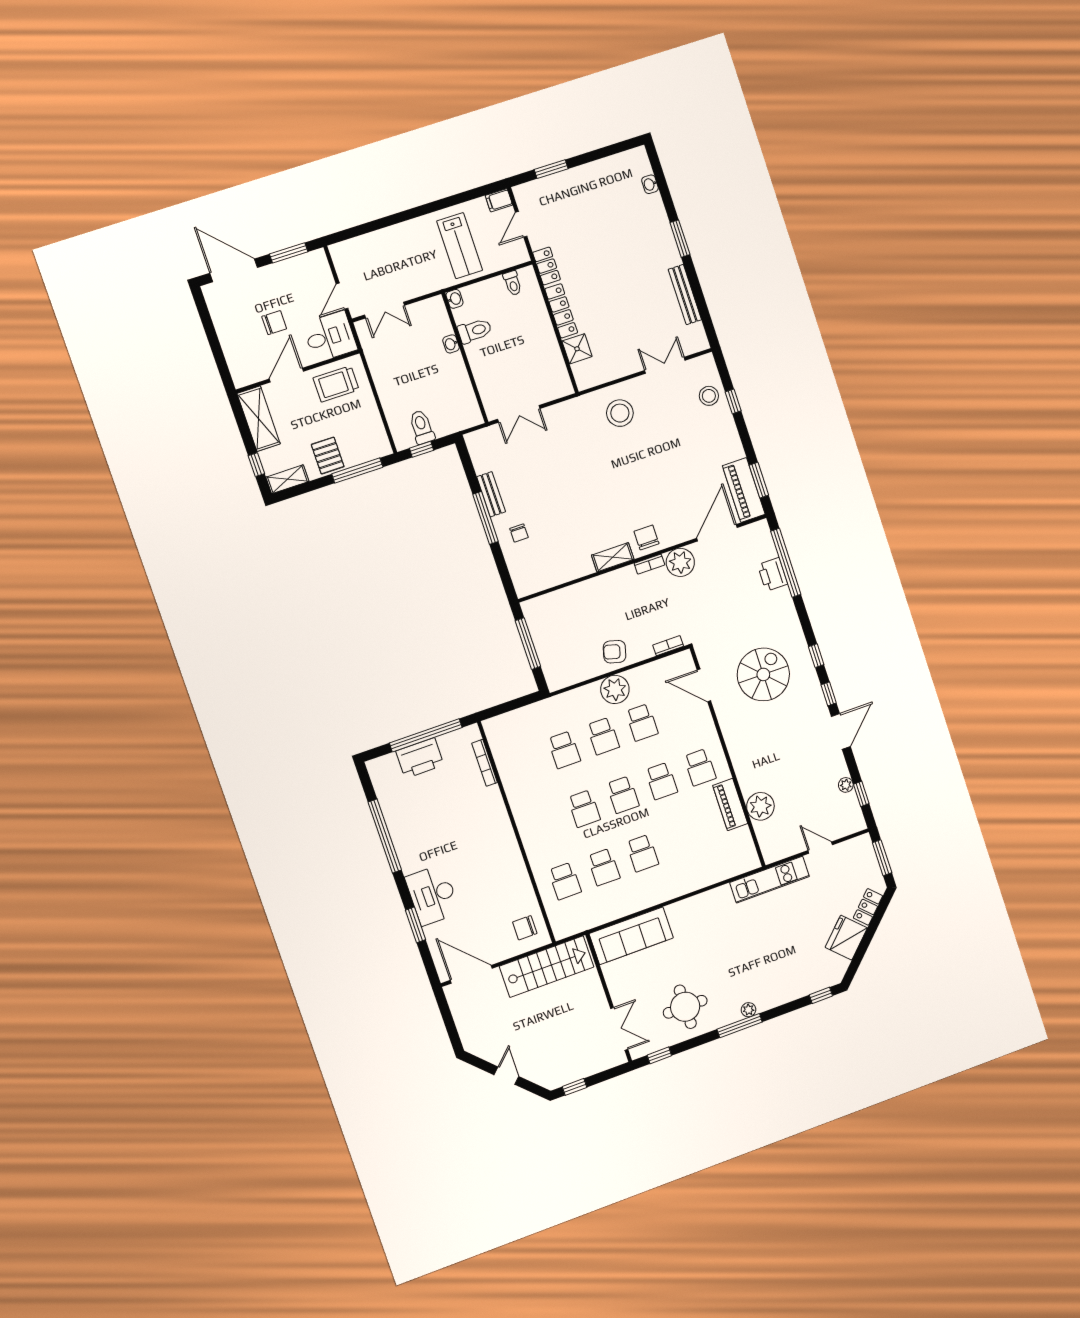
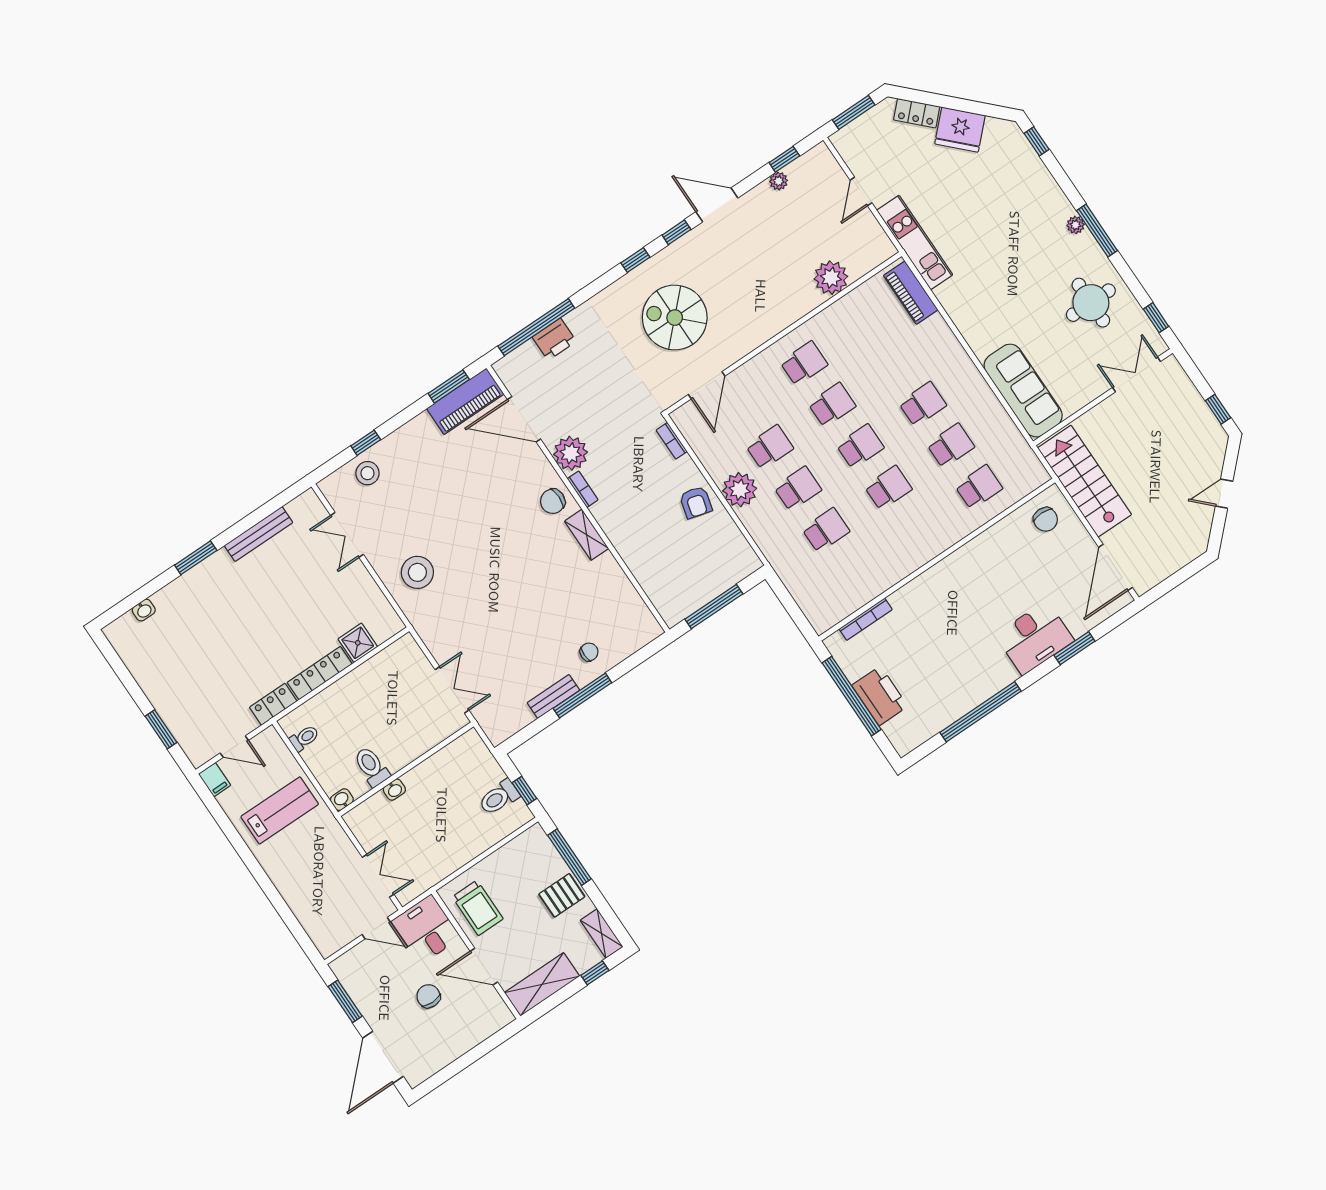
piano: (730, 805) -> (911, 293), moved, turned 90

